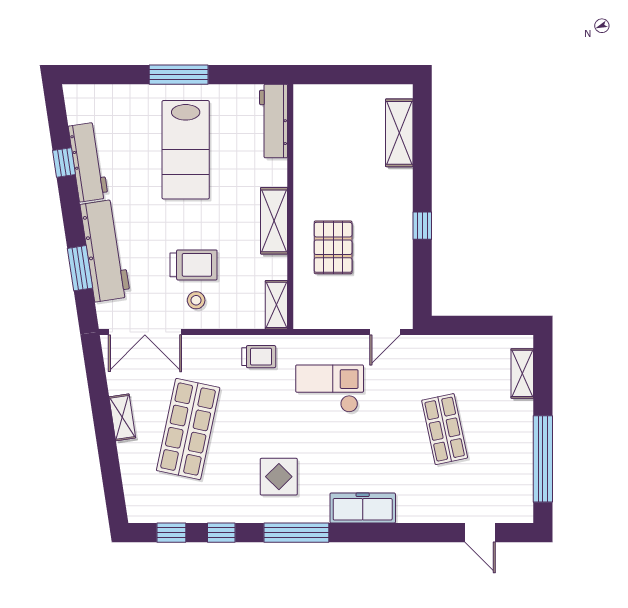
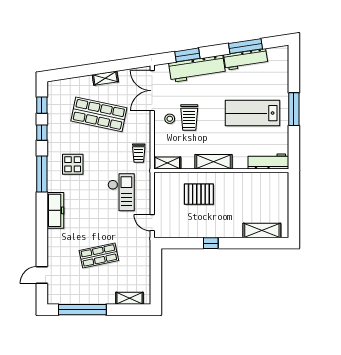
window: (64, 162) -> (246, 46), width x2.17

